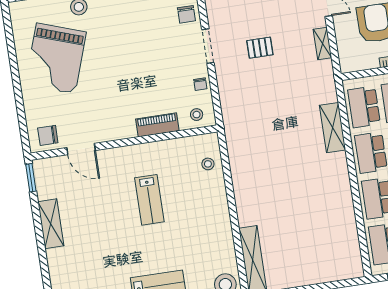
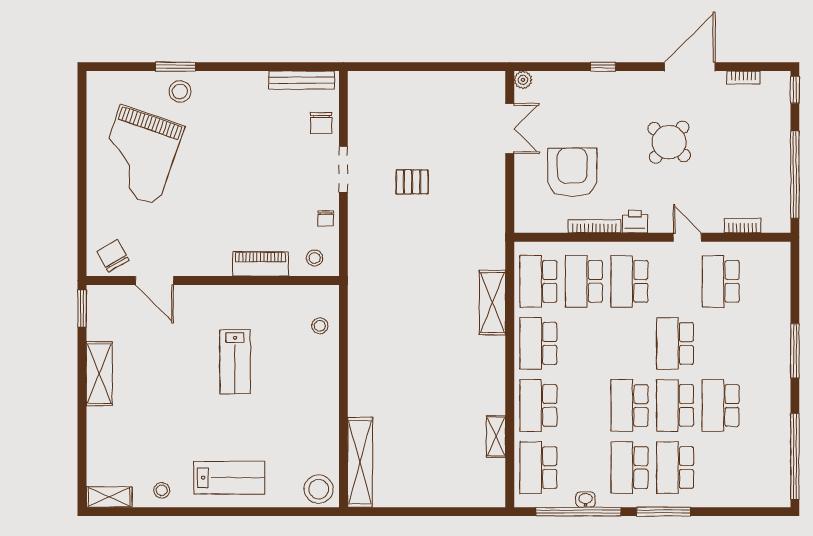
shelving: (322, 43) -> (496, 437), moved
chair: (48, 135) -> (113, 256), turned 60

